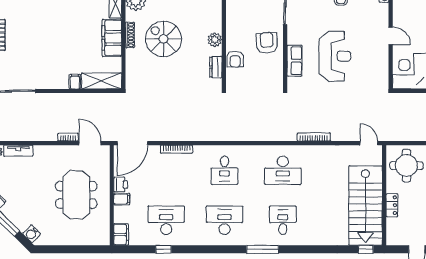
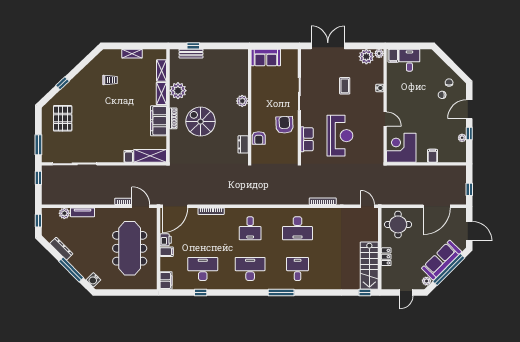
plant: (215, 40) -> (242, 101), moved
meeting table: (76, 195) -> (130, 248), width x1.36
stairs: (366, 206) -> (369, 266), width x0.73, depth x0.66

